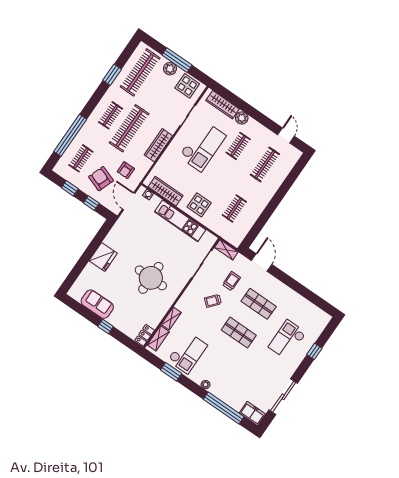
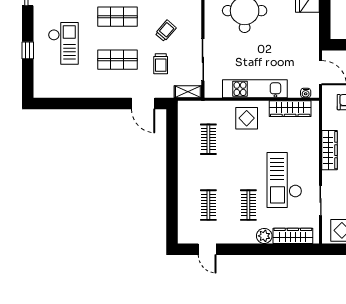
clothes rail: (265, 164) -> (208, 205), width x0.73

